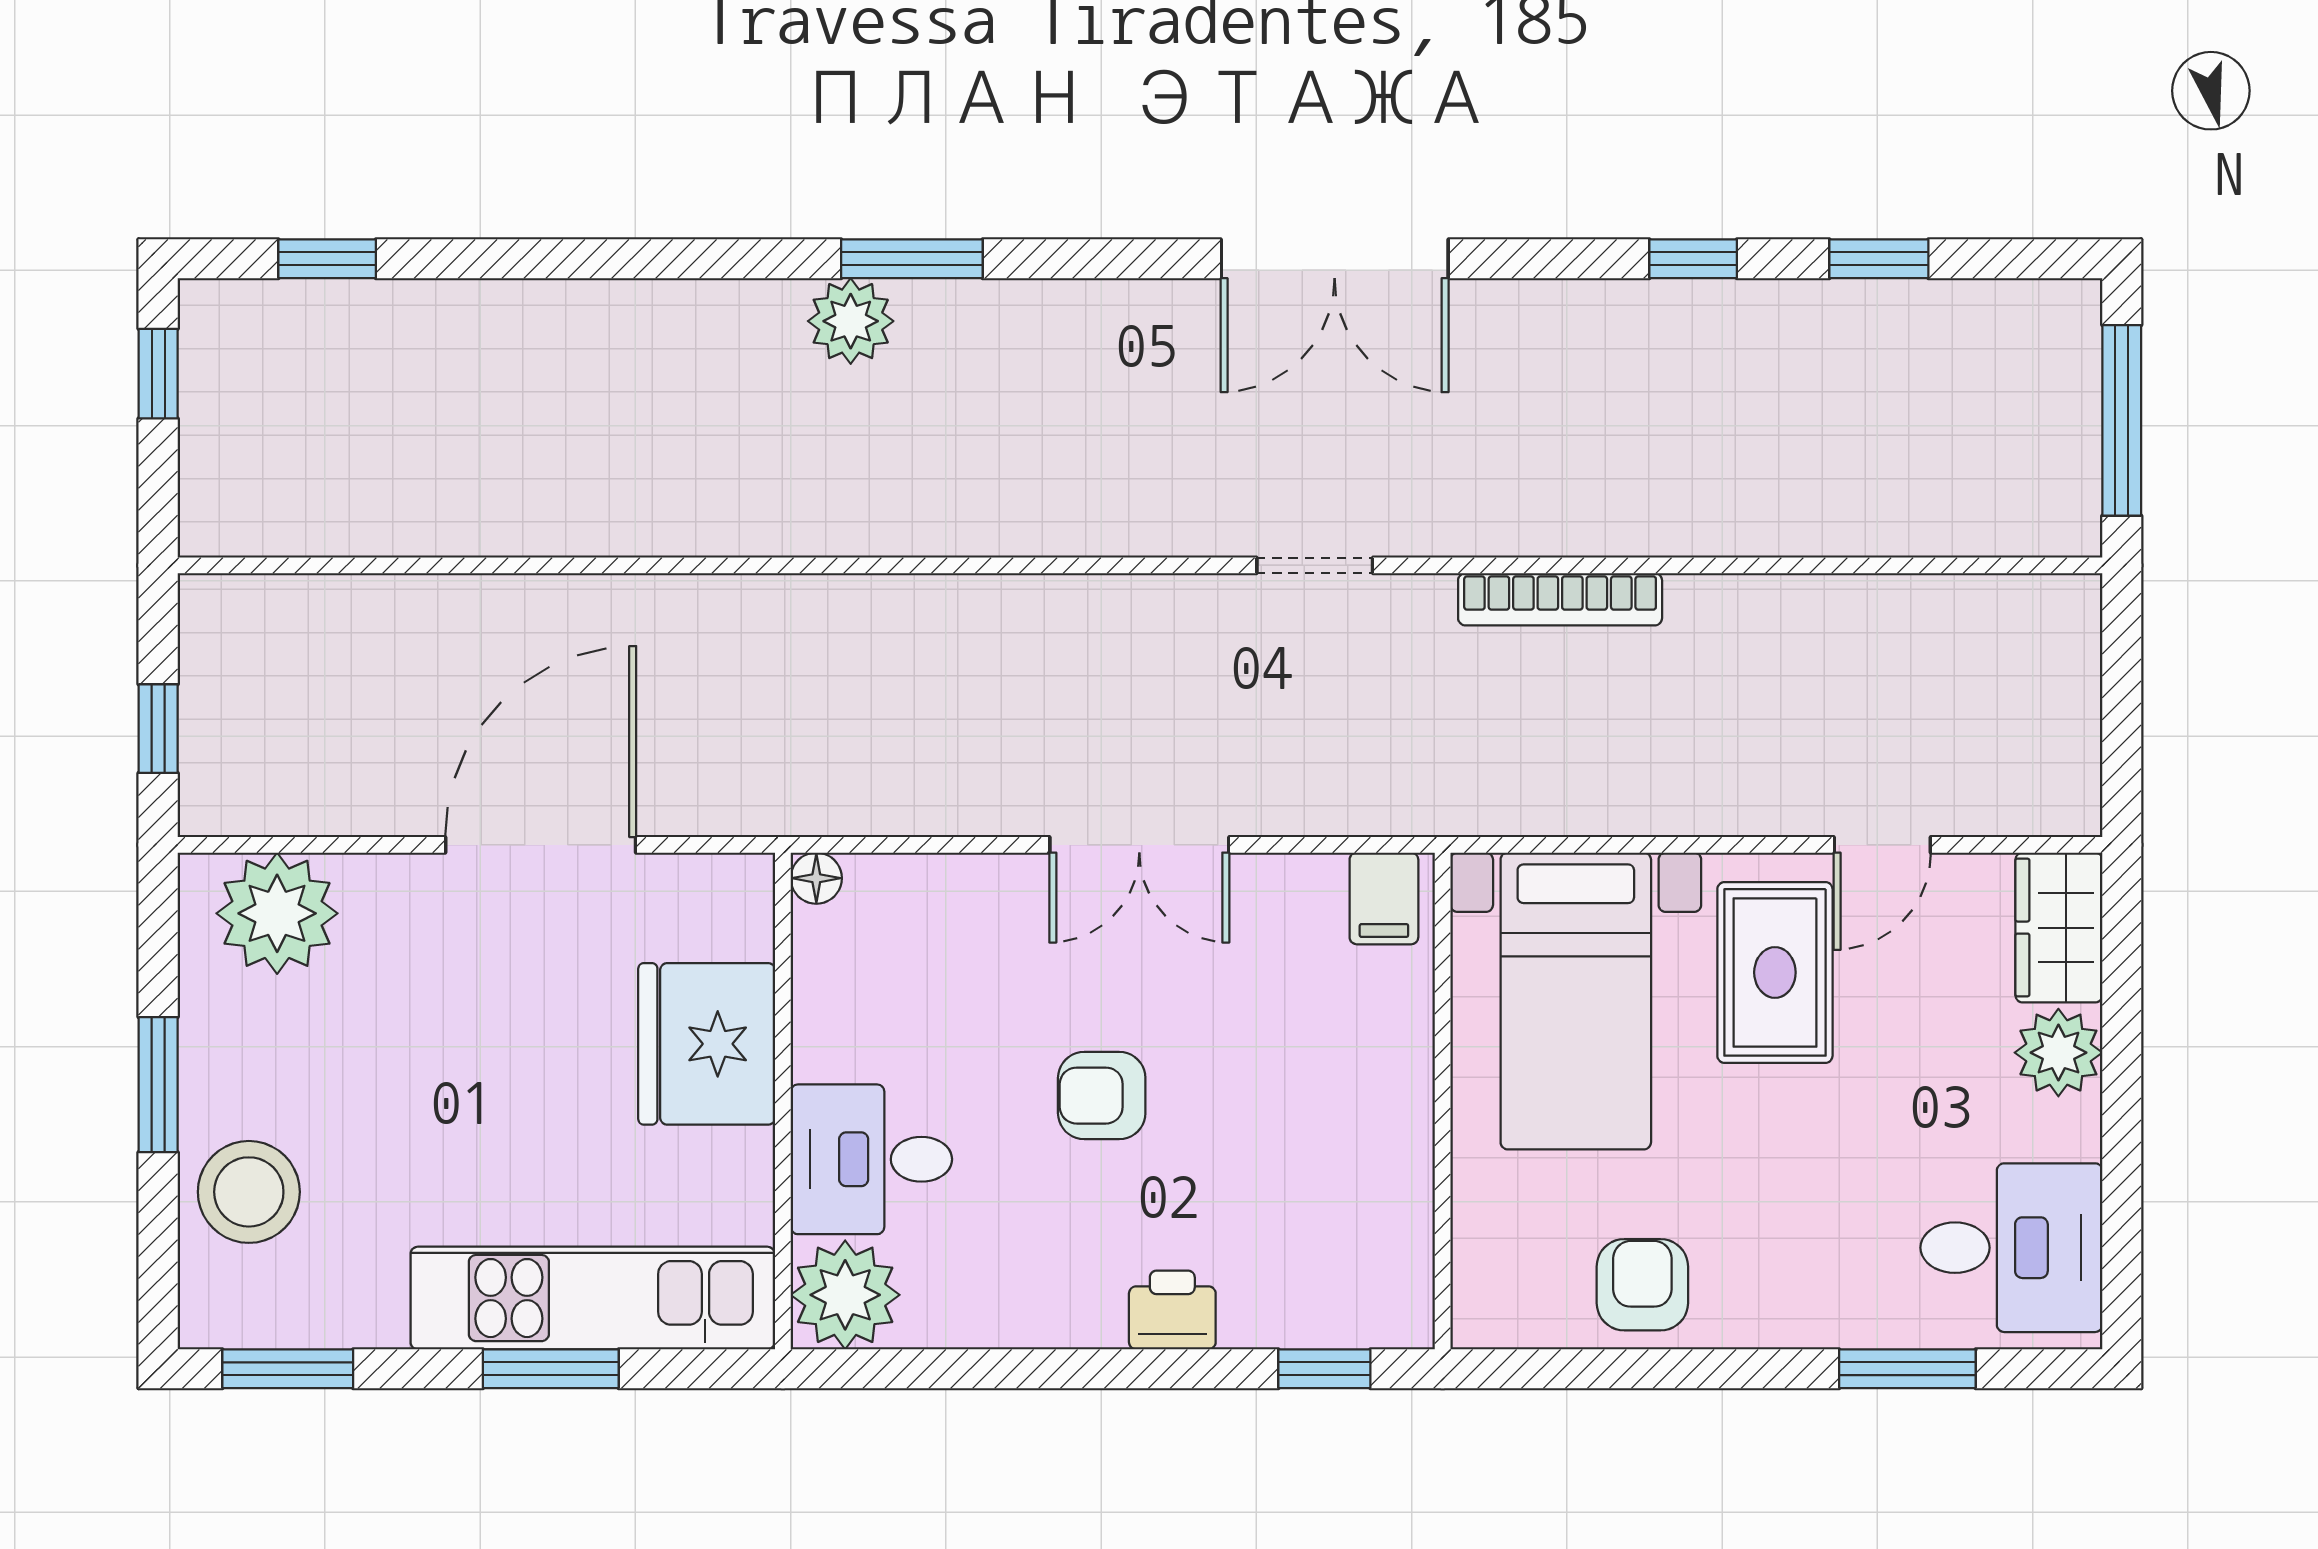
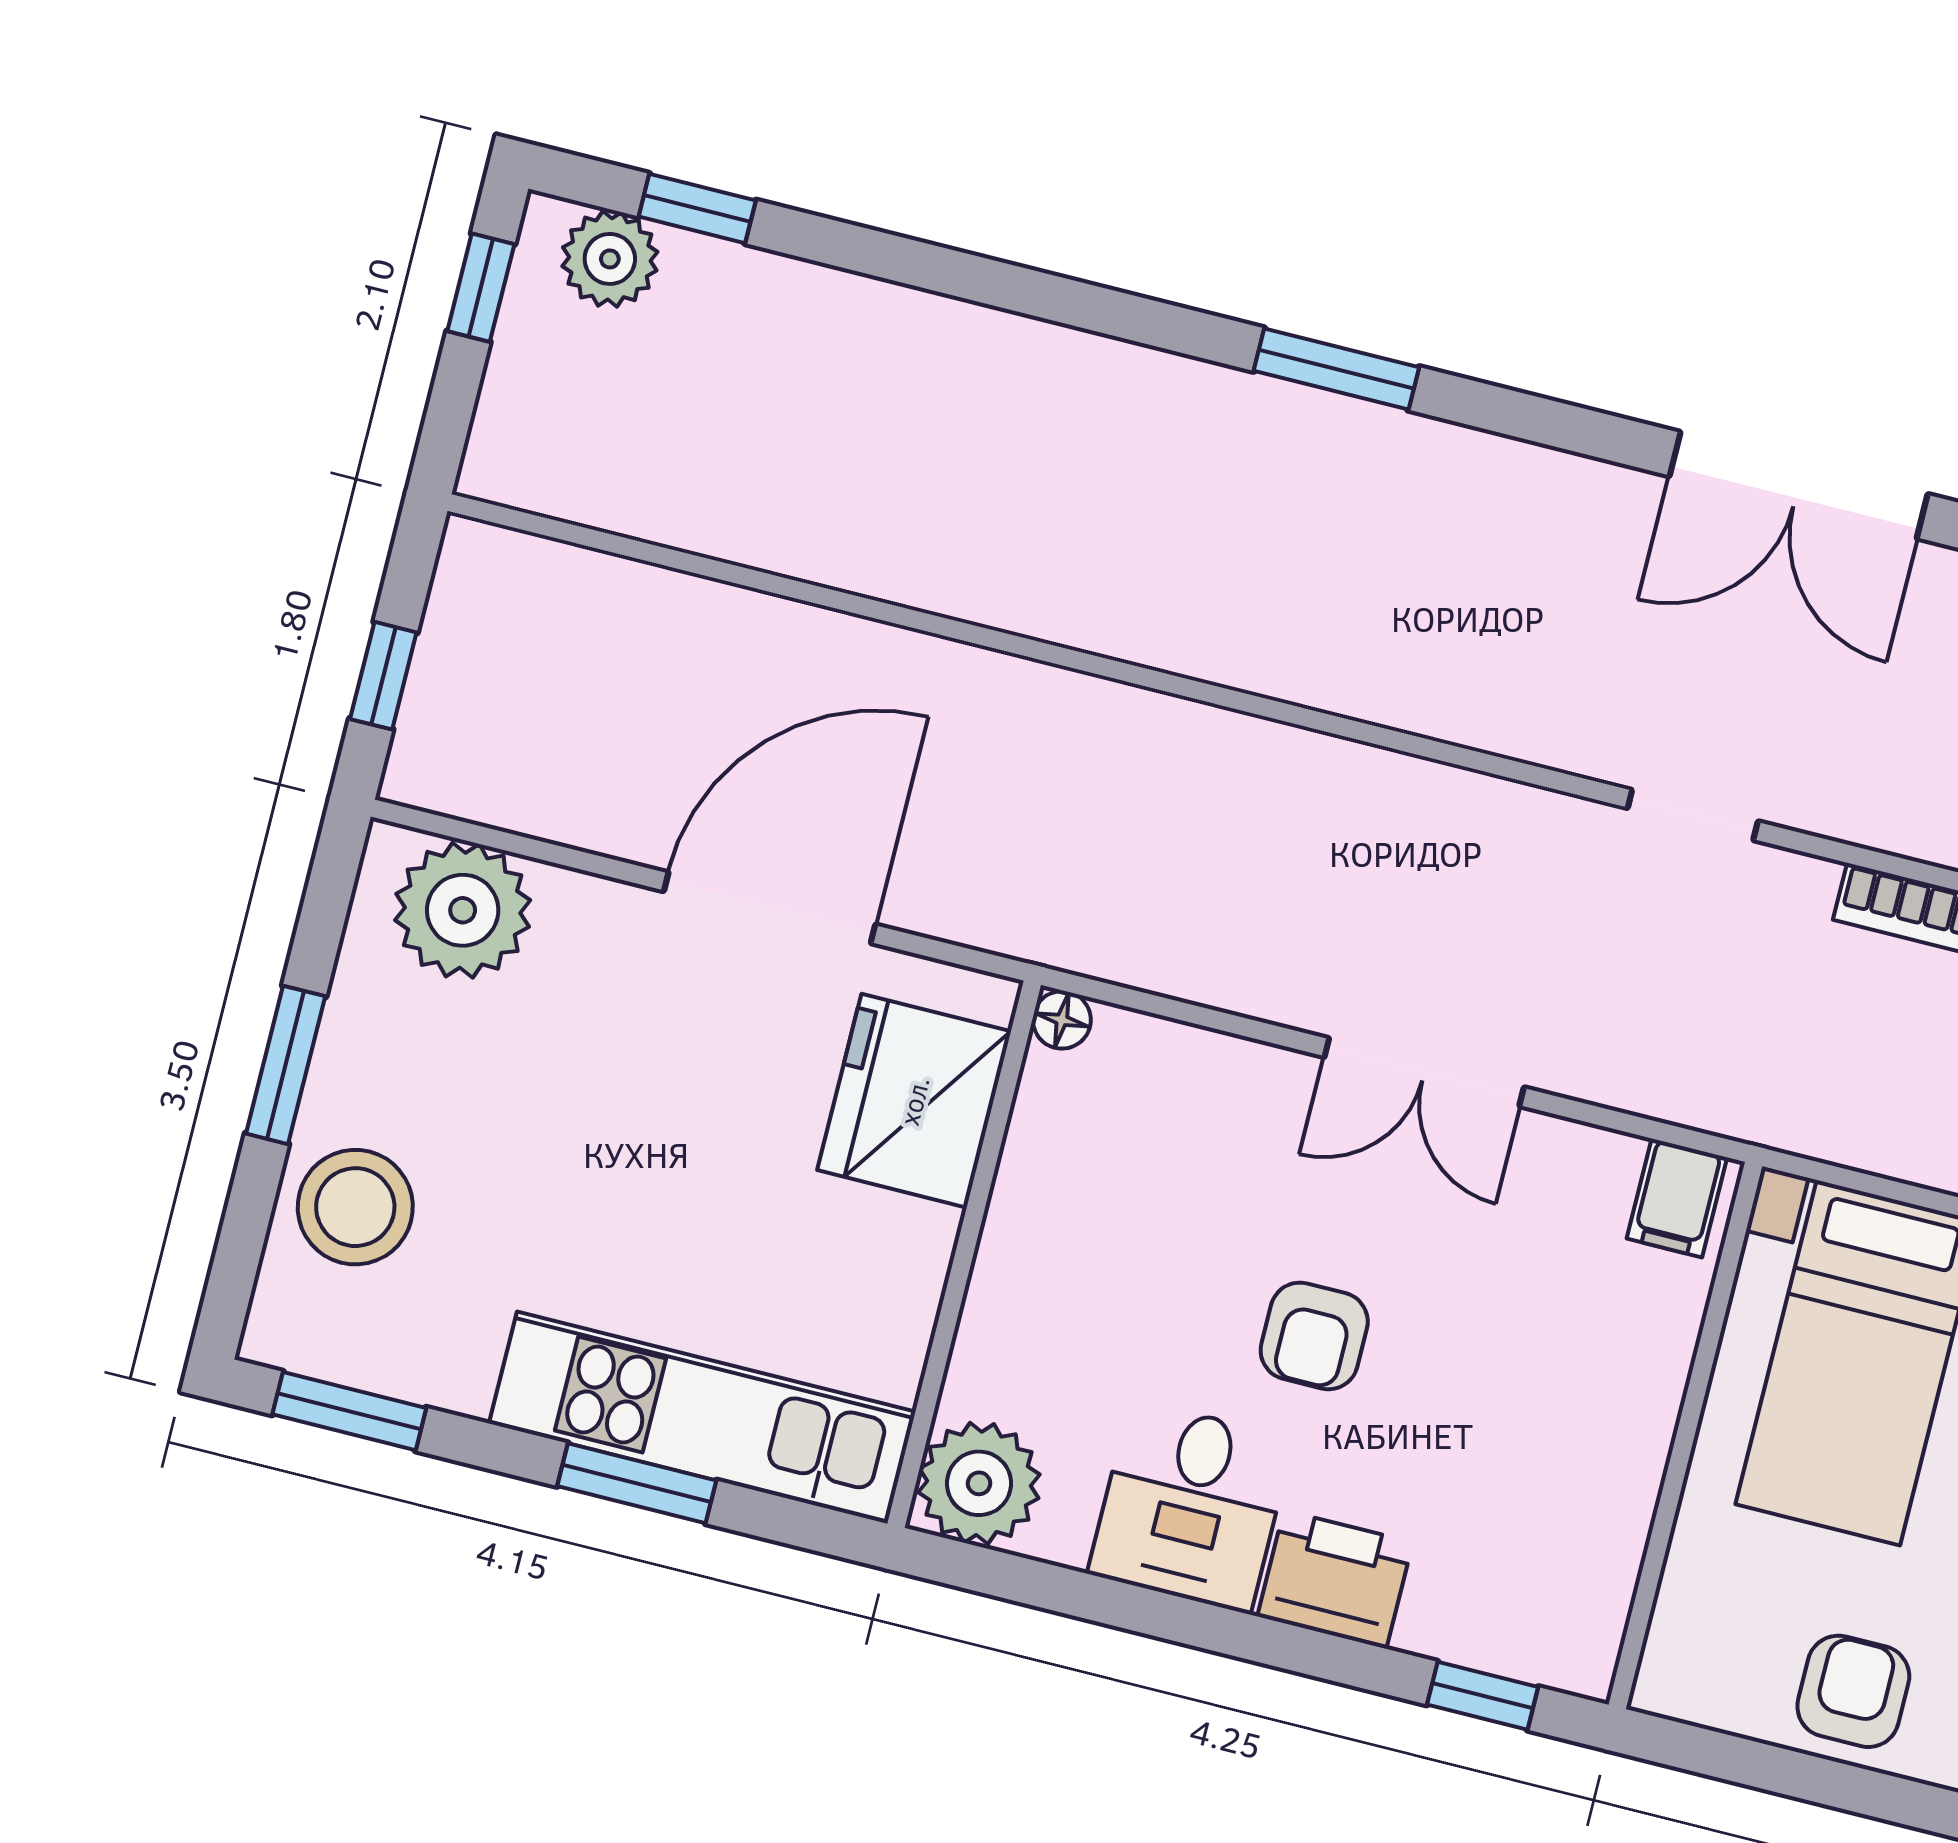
plant: (851, 321) -> (610, 259), moved
fridge: (707, 1044) -> (914, 1101), moved
armchair: (1102, 1096) -> (1314, 1336), turned -90
desk: (871, 1159) -> (1191, 1506), moved, turned -90
printer: (1172, 1310) -> (1335, 1579), width x1.36, depth x1.24

